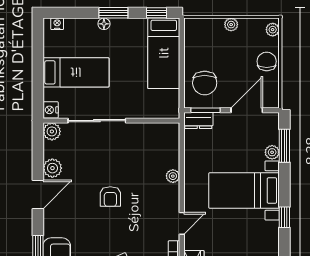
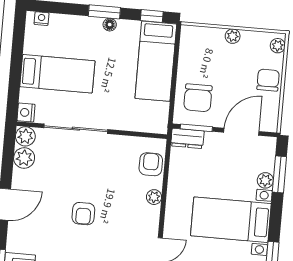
floor lamp: (104, 24) -> (110, 25), moved
armchair: (167, 147) -> (151, 164), added
plant: (52, 168) -> (24, 158), moved

